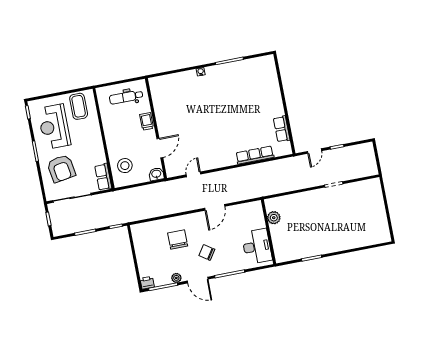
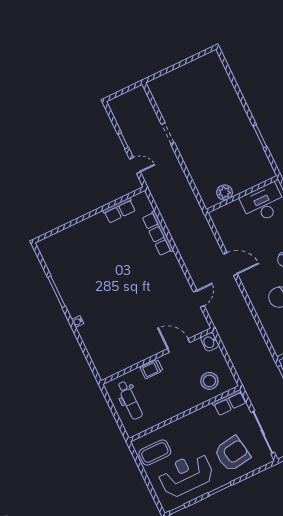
reception desk: (54, 127) -> (186, 475), turned 180
door: (193, 174) -> (199, 299), swing flipped

